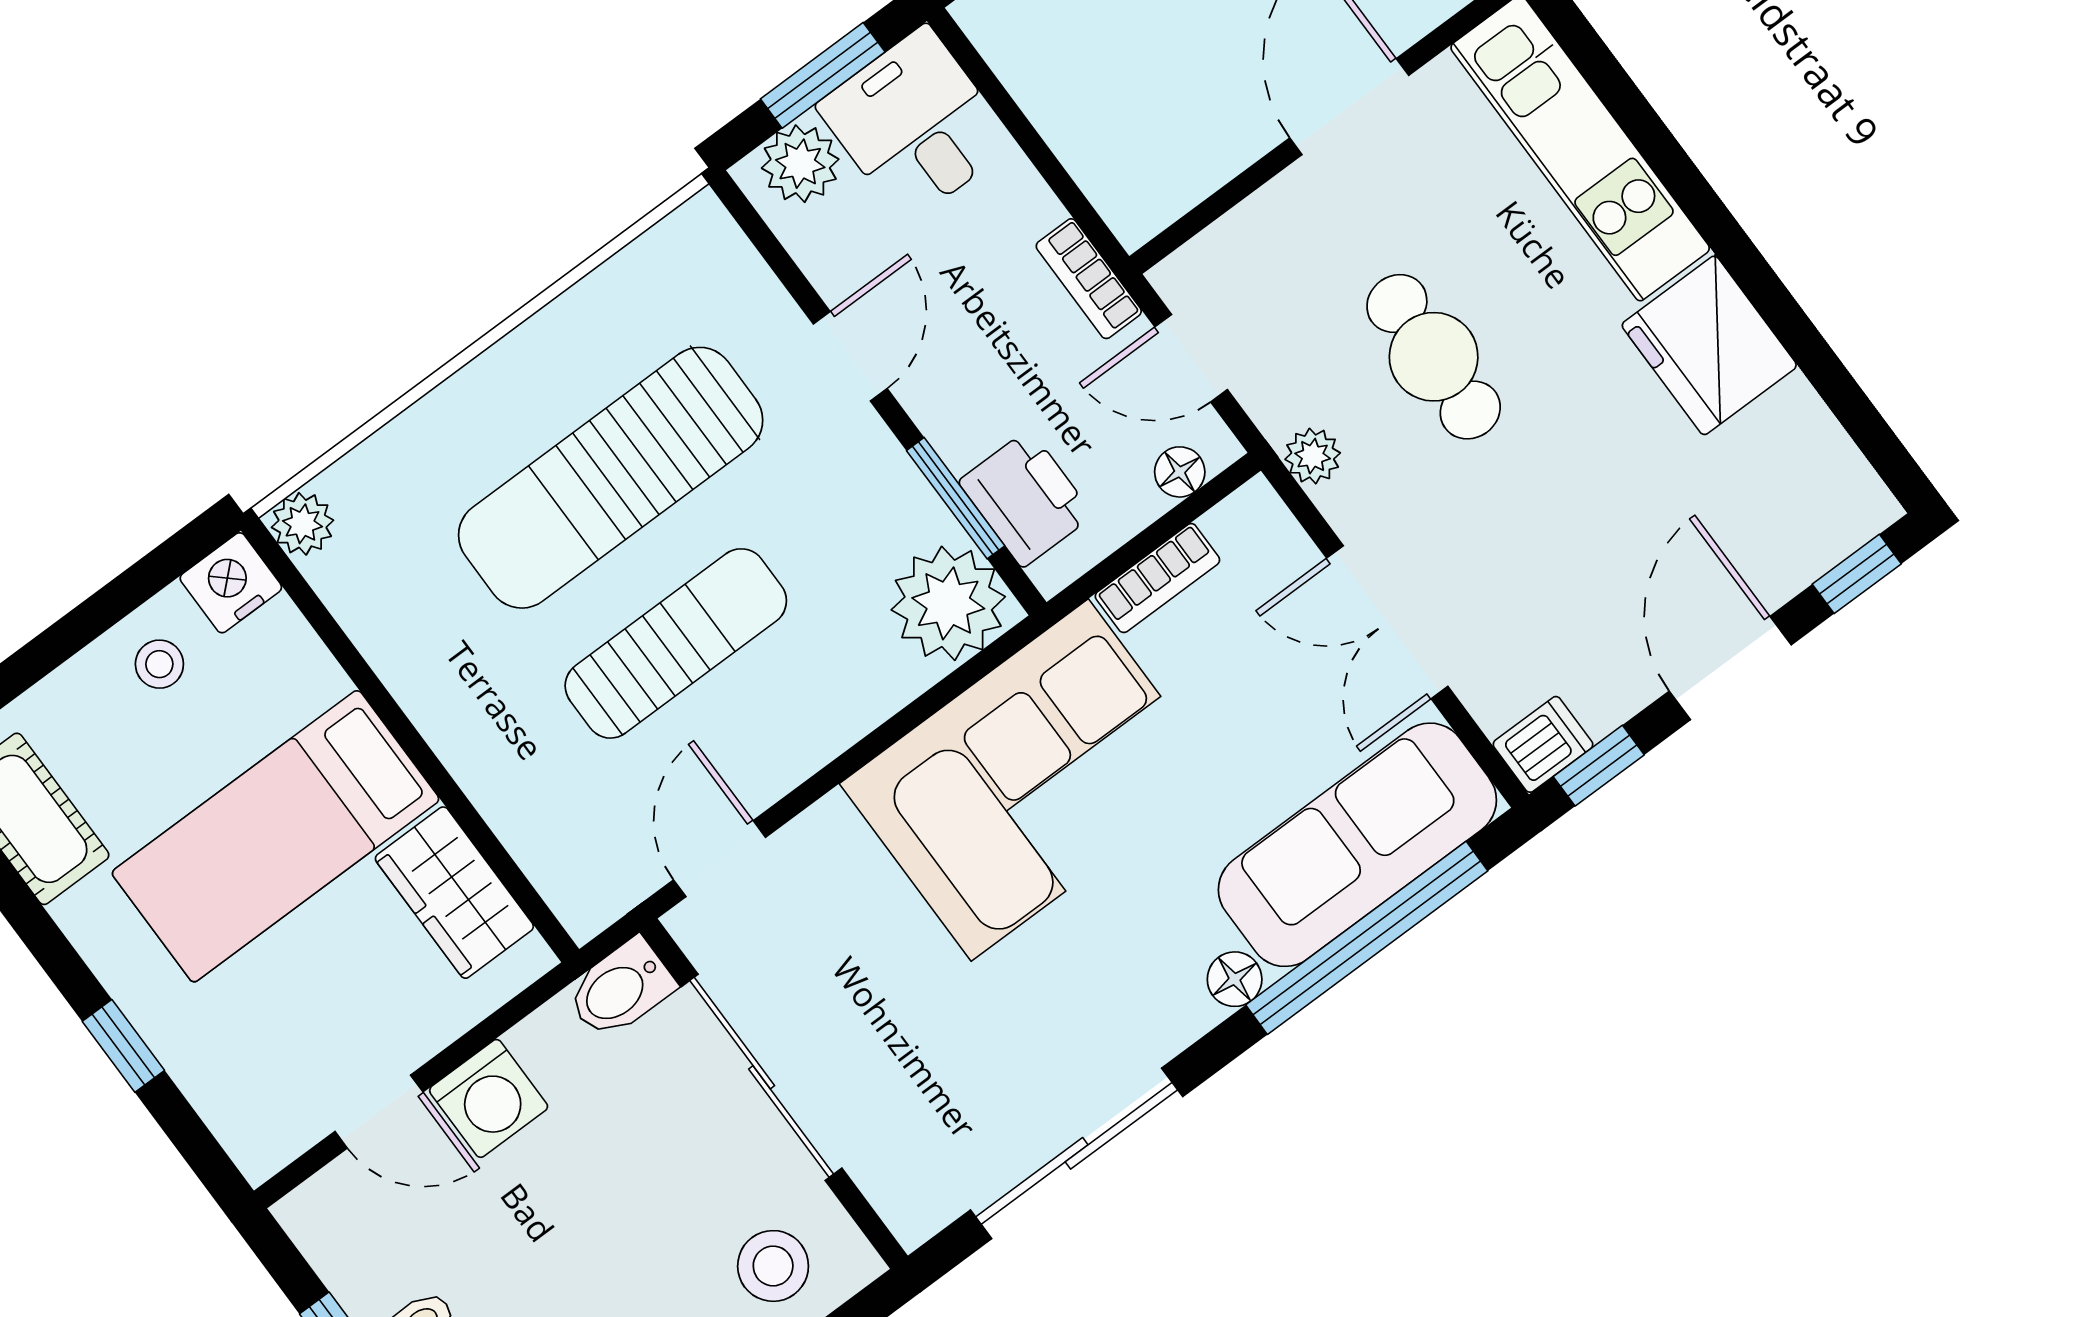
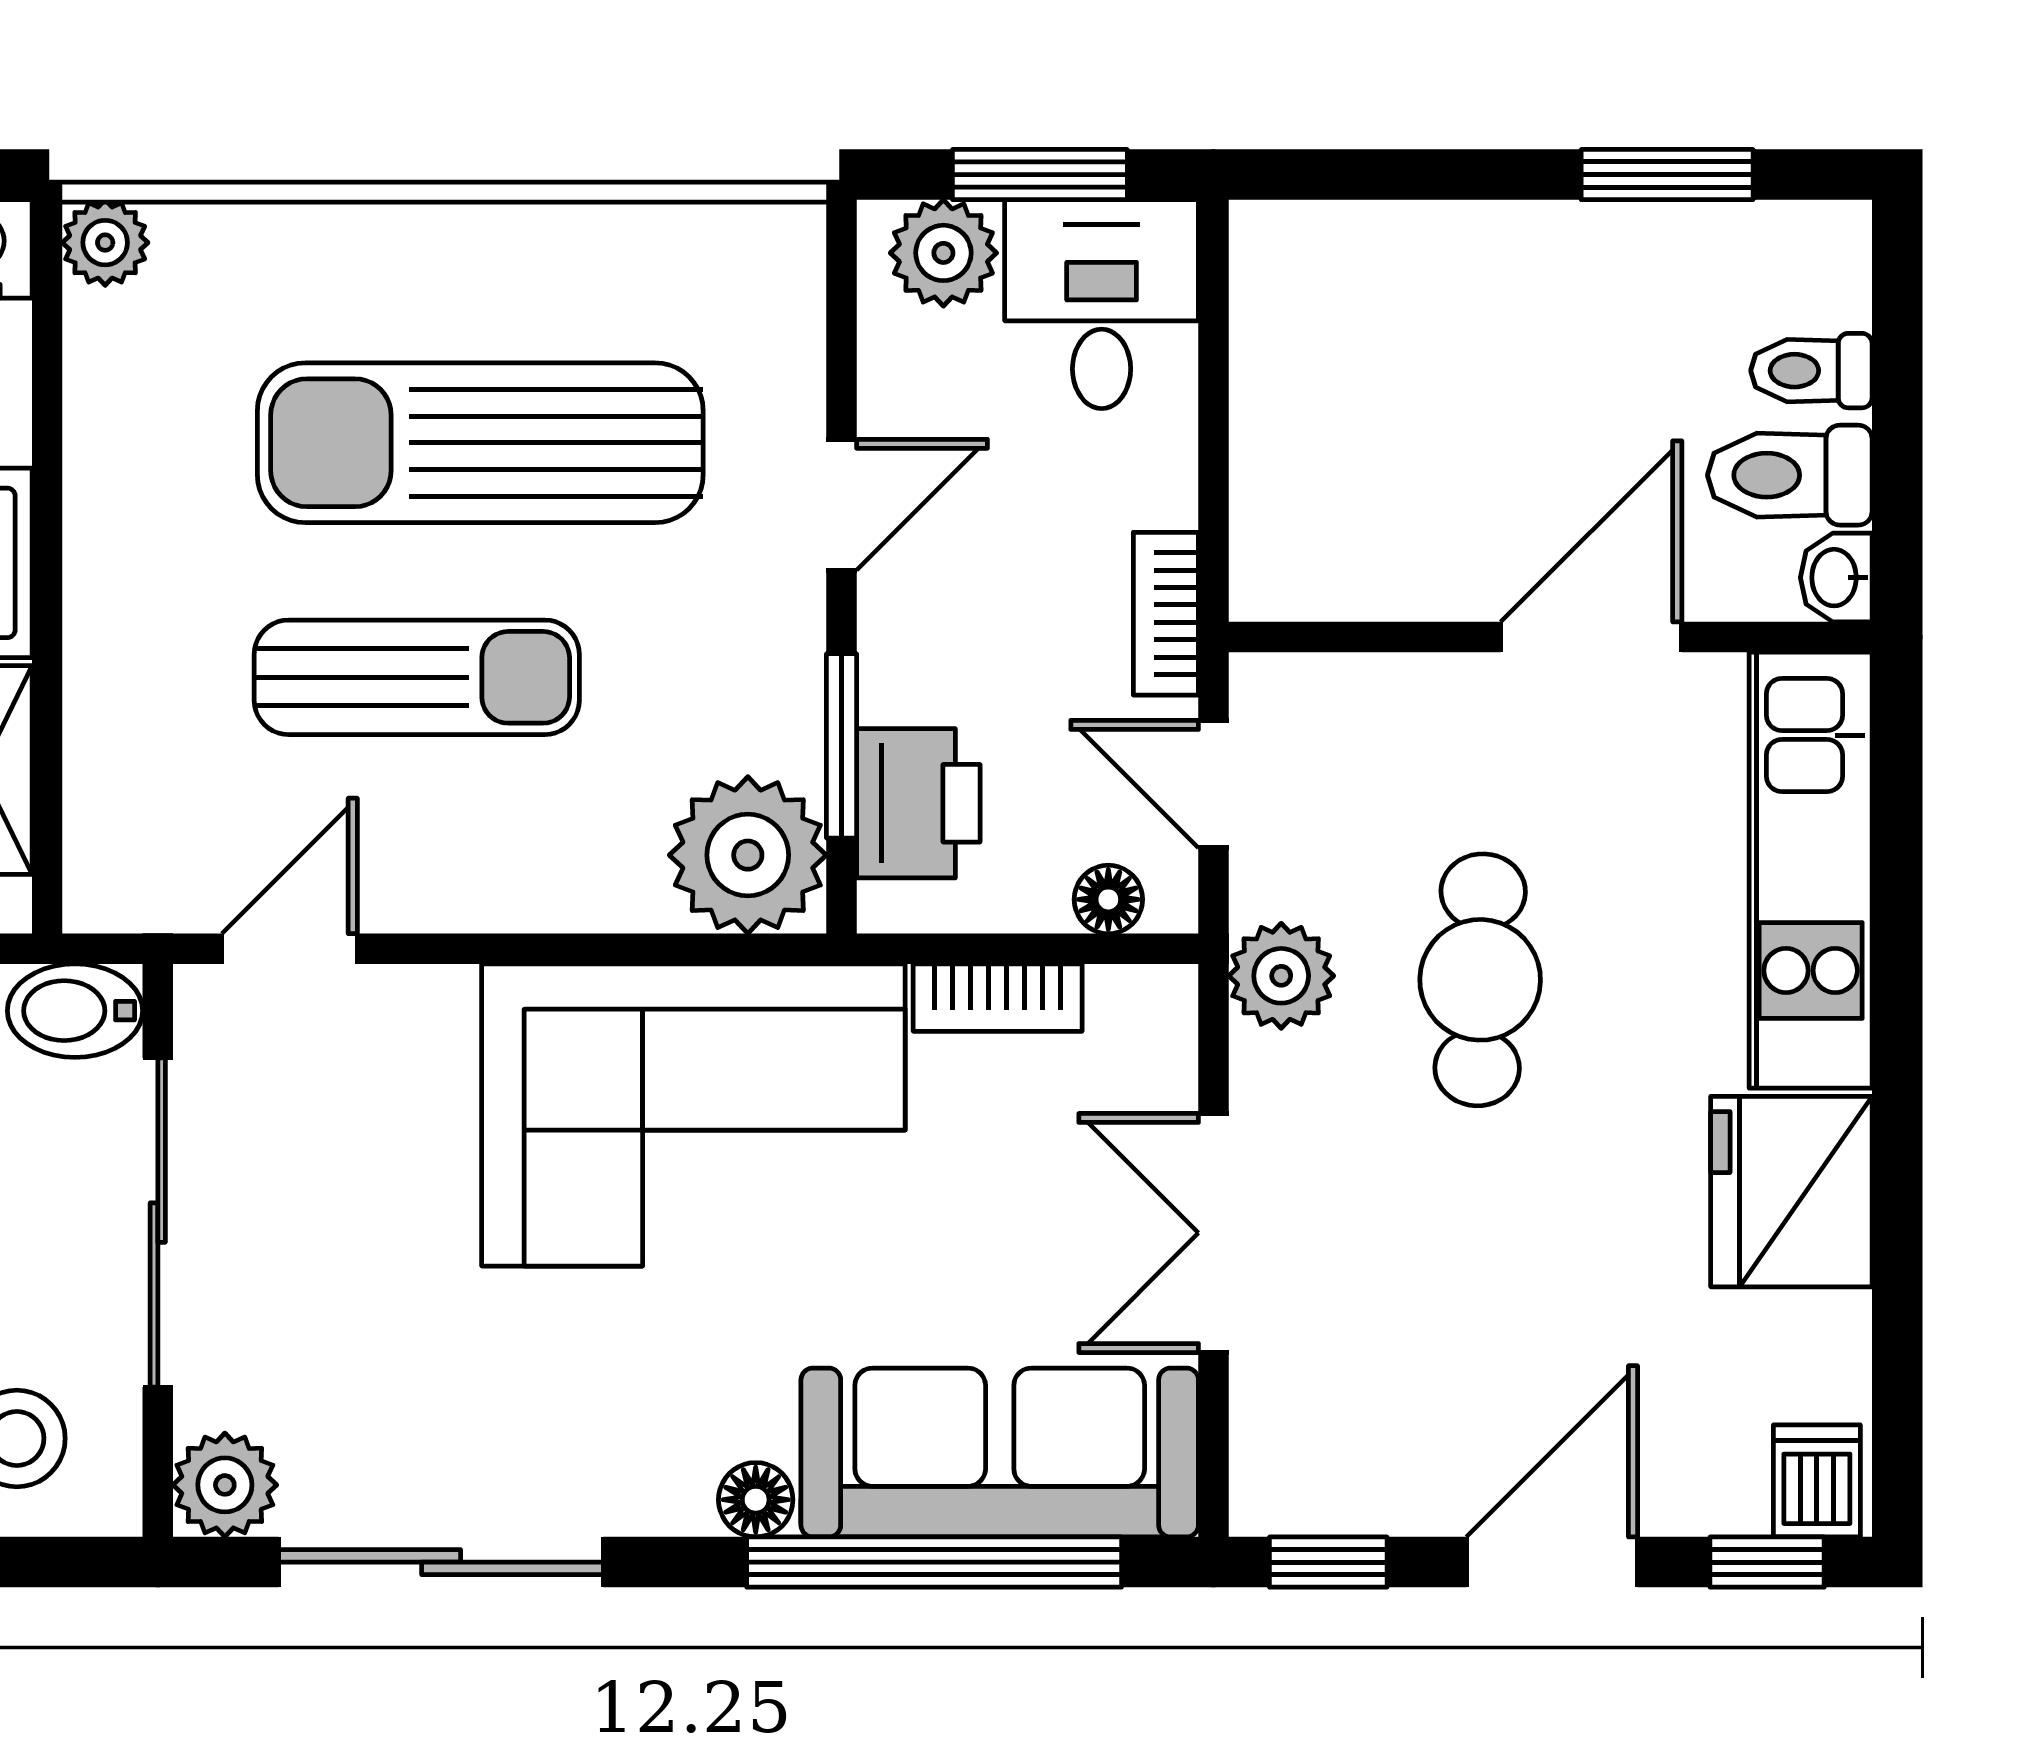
plant: (1313, 456) -> (1281, 976), width x1.38, depth x1.38
dishwasher: (1543, 744) -> (1817, 1481), moved, turned -90
plant: (916, 1202) -> (225, 1485), added

